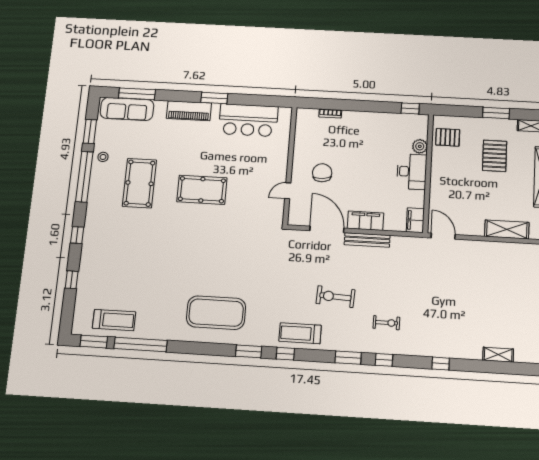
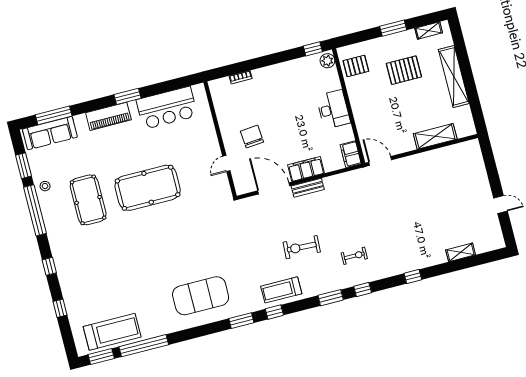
plant: (420, 146) -> (327, 61), moved
pallet: (495, 156) -> (404, 70), turned 90
pool table: (202, 190) -> (148, 188), width x1.36, depth x1.32
bench: (367, 240) -> (308, 188), width x0.73
treadmill: (114, 320) -> (112, 332), width x1.37, depth x1.37

